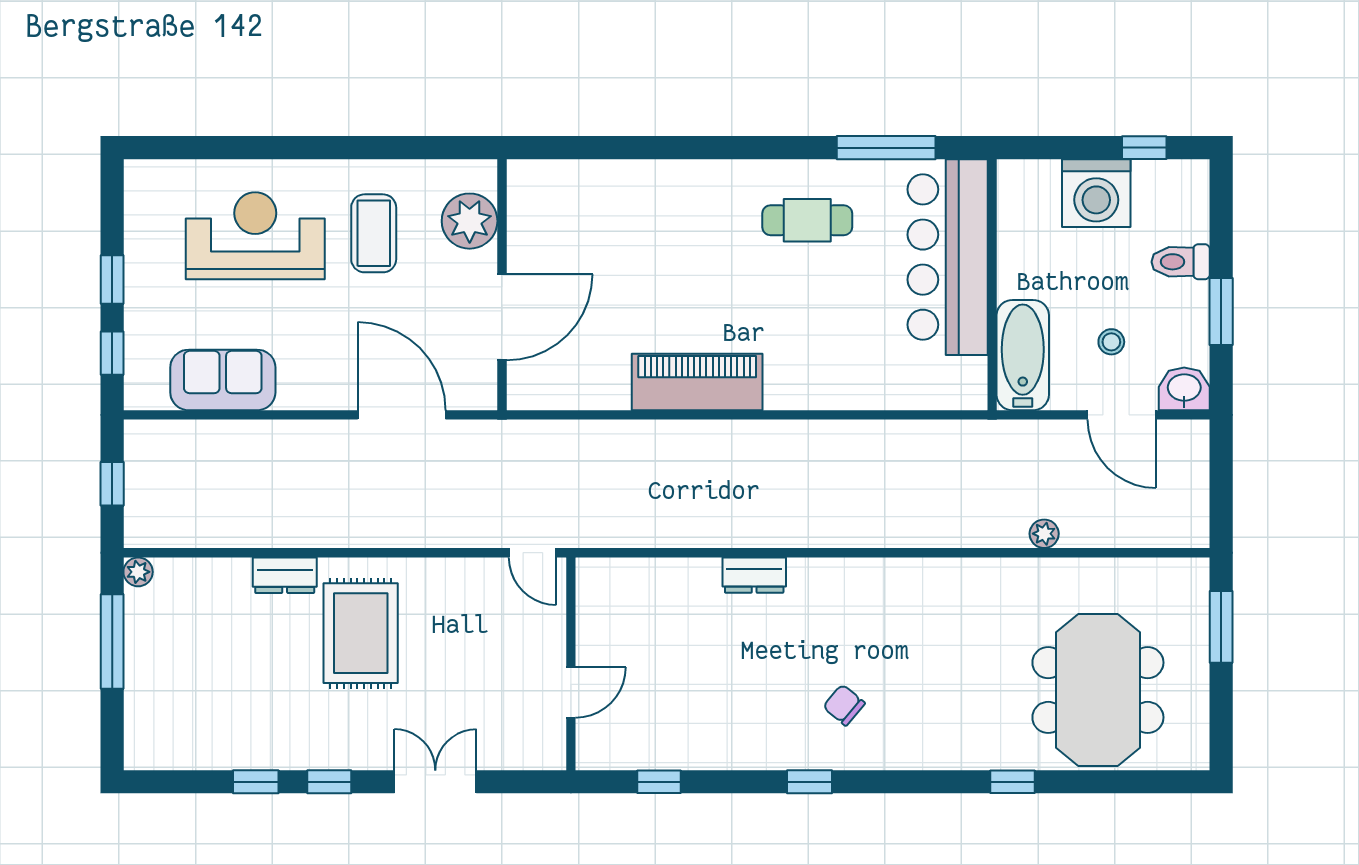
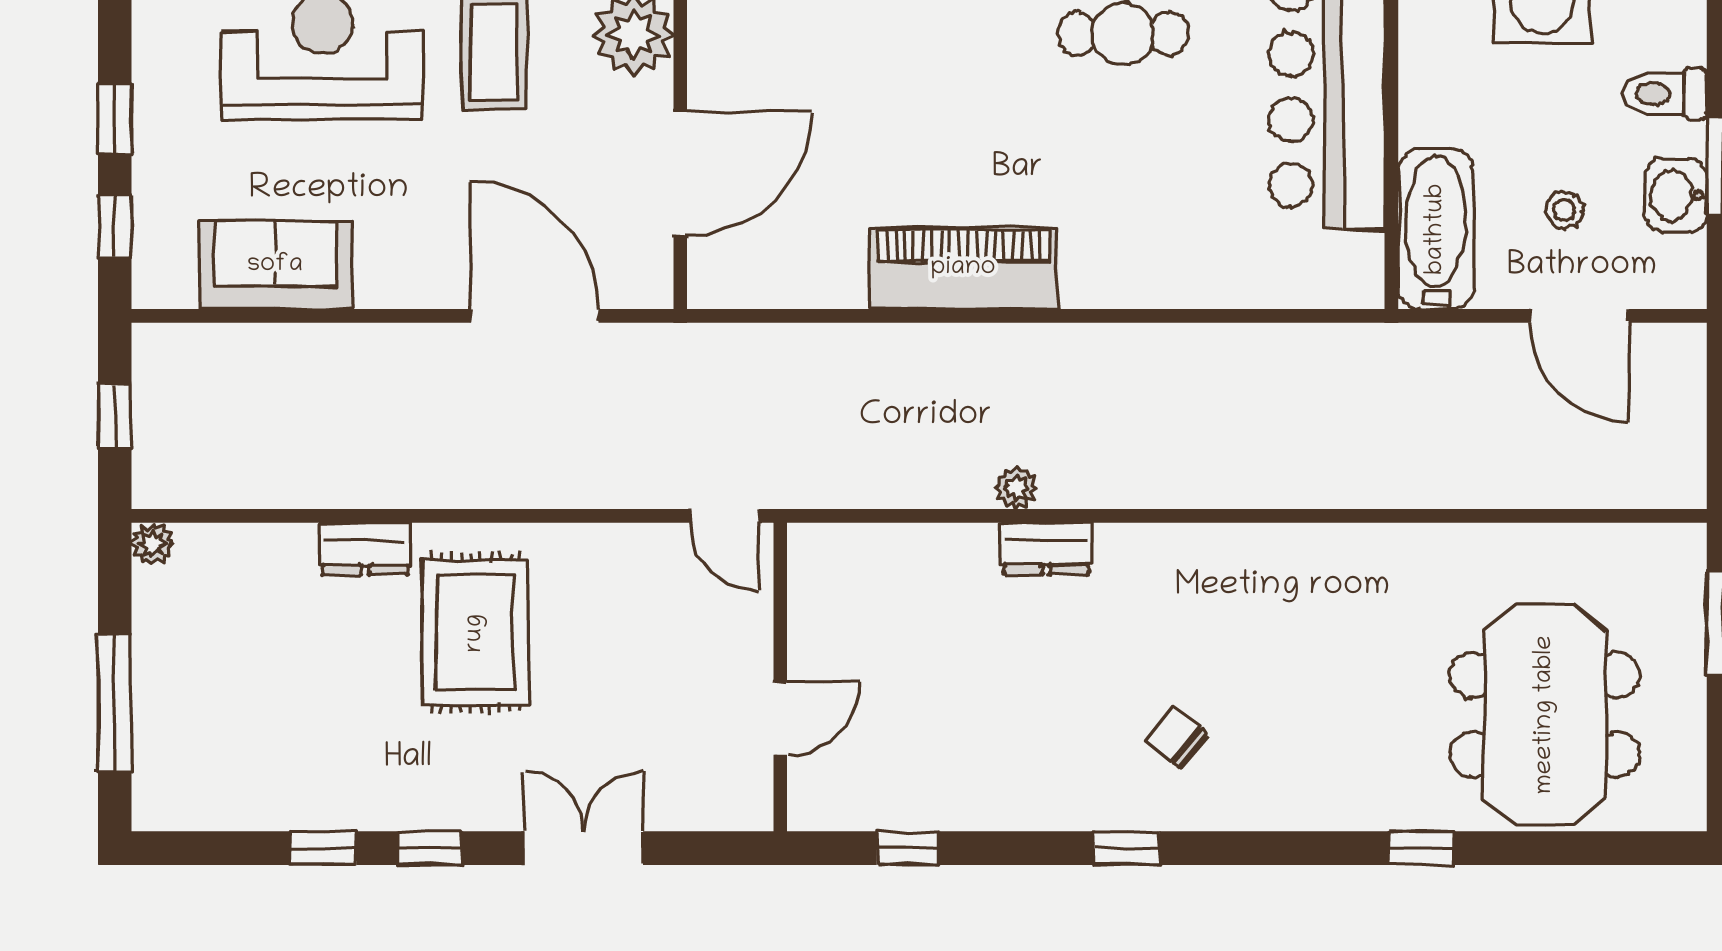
washbasin: (1184, 389) -> (1676, 195), moved, turned -90
plant: (1044, 534) -> (1016, 488), moved
window: (112, 642) -> (115, 703), moved

